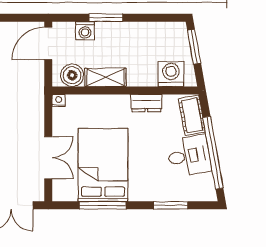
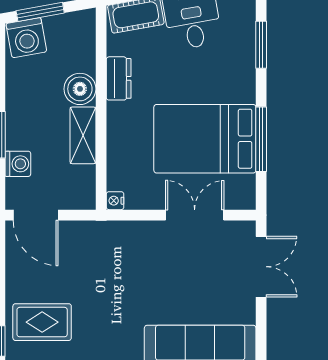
washing machine: (171, 74) -> (26, 38), moved, turned -100
boiler: (72, 75) -> (80, 89), moved

